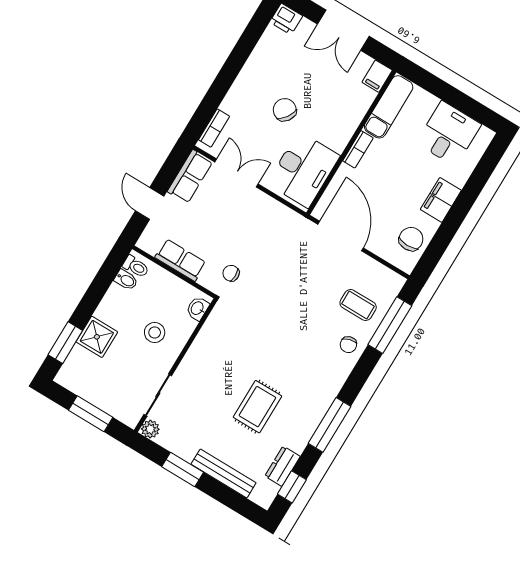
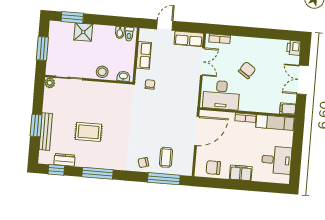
chair: (411, 239) -> (213, 168), turned 180
stool: (155, 332) -> (102, 72), moved
window: (183, 470) -> (36, 125), moved

